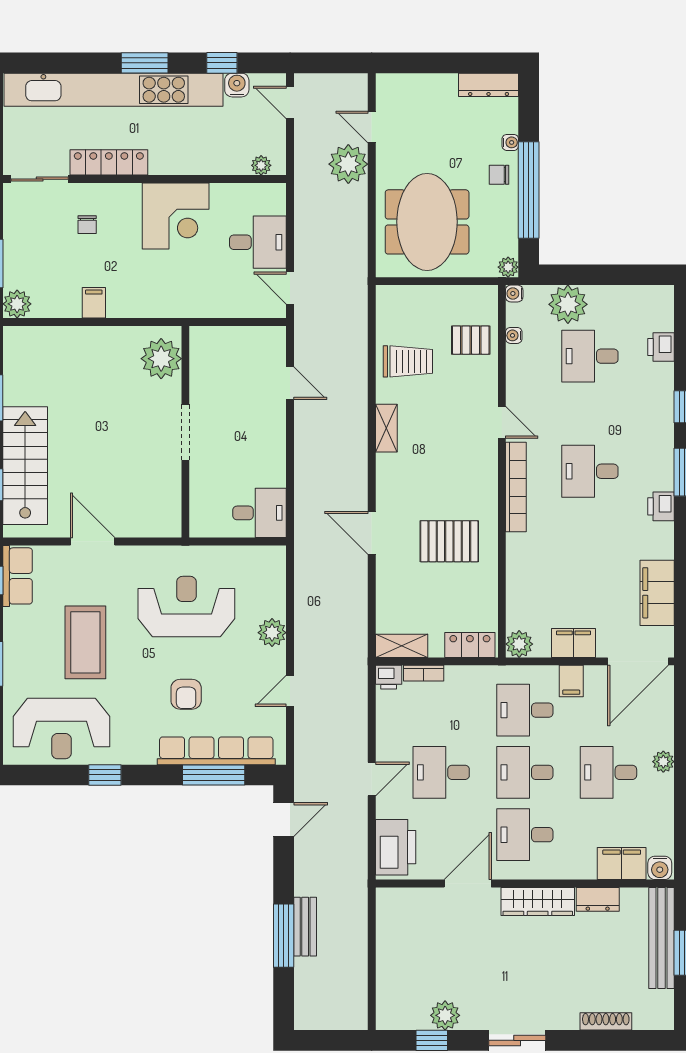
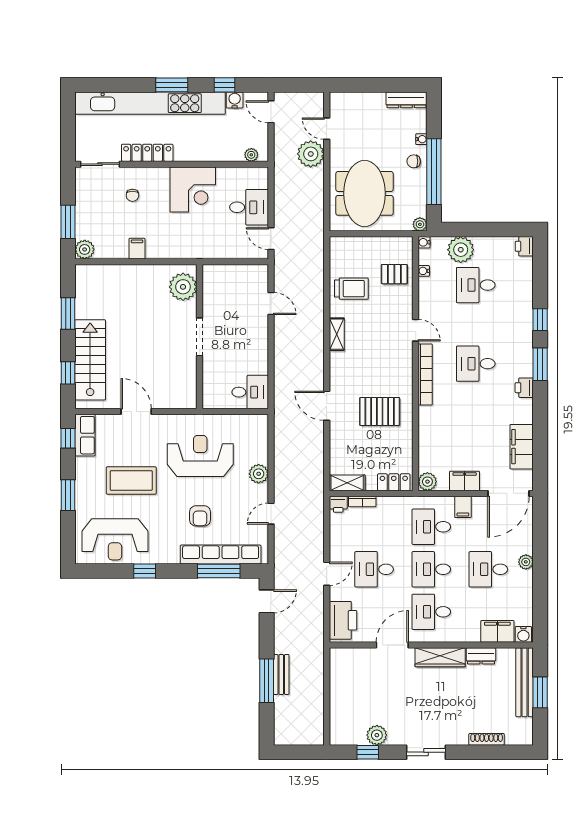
printer: (661, 347) -> (524, 246), moved
coffee table: (85, 642) -> (131, 480), turned 90

